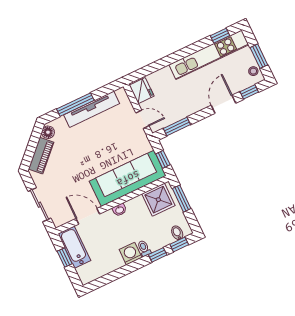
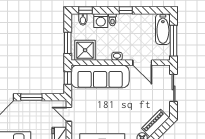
window: (177, 126) -> (31, 97), moved
bathtub: (74, 247) -> (163, 29), moved
washing machine: (131, 254) -> (101, 21), moved
window: (158, 255) -> (126, 10), moved
window: (65, 258) -> (174, 41), width x2.17

